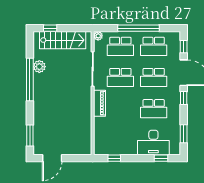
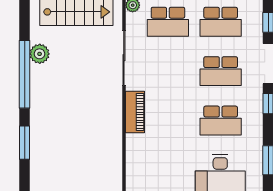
school desk: (120, 77) -> (168, 71), removed
window: (30, 135) -> (25, 143), moved

